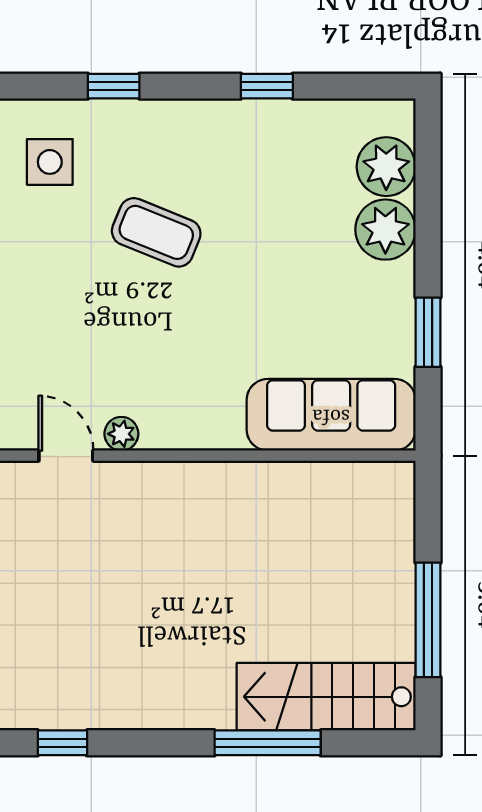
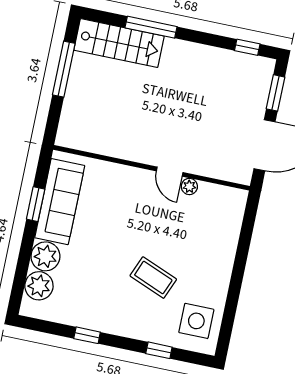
side table: (50, 162) -> (196, 321), width x1.37, depth x1.37
sofa: (331, 415) -> (60, 202), moved, turned -90
door: (66, 456) -> (170, 172), moved

